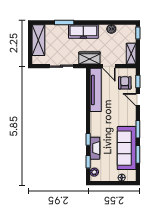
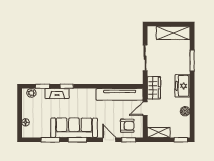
freezer: (83, 31) -> (182, 86), width x0.71
door: (138, 100) -> (109, 140), hinge flipped
sofa: (127, 148) -> (74, 128), moved

